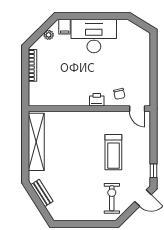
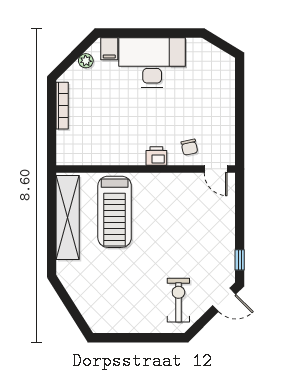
treadmill: (113, 152) -> (115, 212), moved, width x1.37, depth x1.38
bench: (42, 193) -> (76, 292), removed

